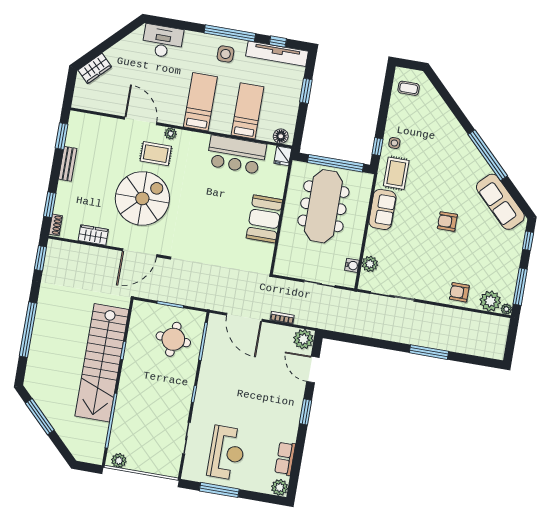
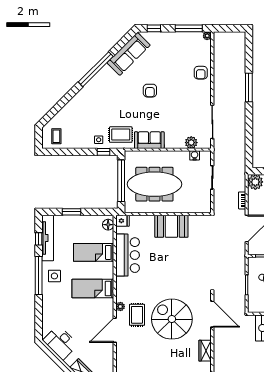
desk: (163, 41) -> (60, 342), moved, turned -45
plant: (490, 301) -> (203, 49), removed

